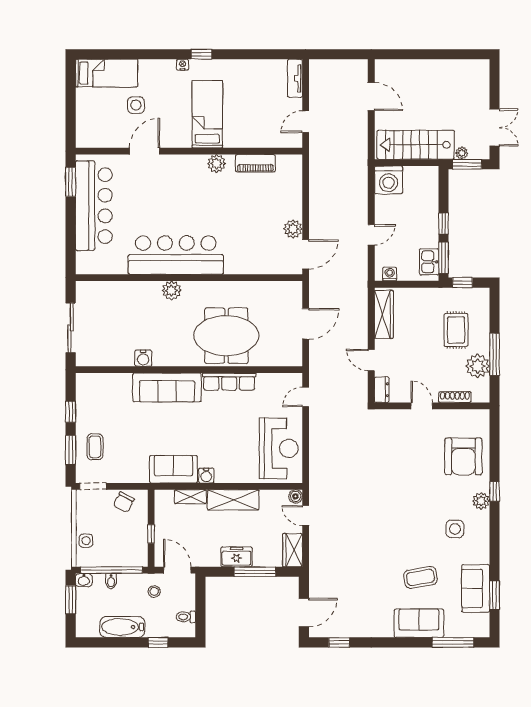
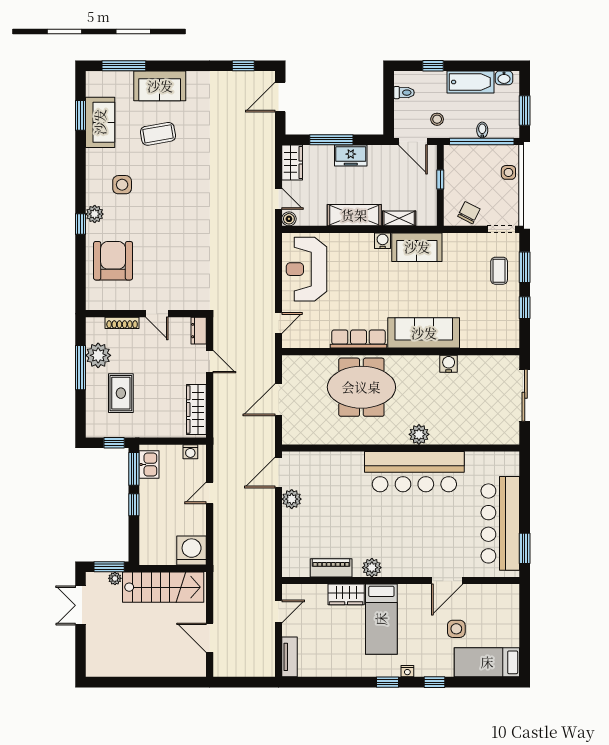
window: (157, 54) -> (435, 682), added
wardrobe: (241, 138) -> (346, 594), added
washbasin: (84, 580) -> (504, 78), moved, turned 180

